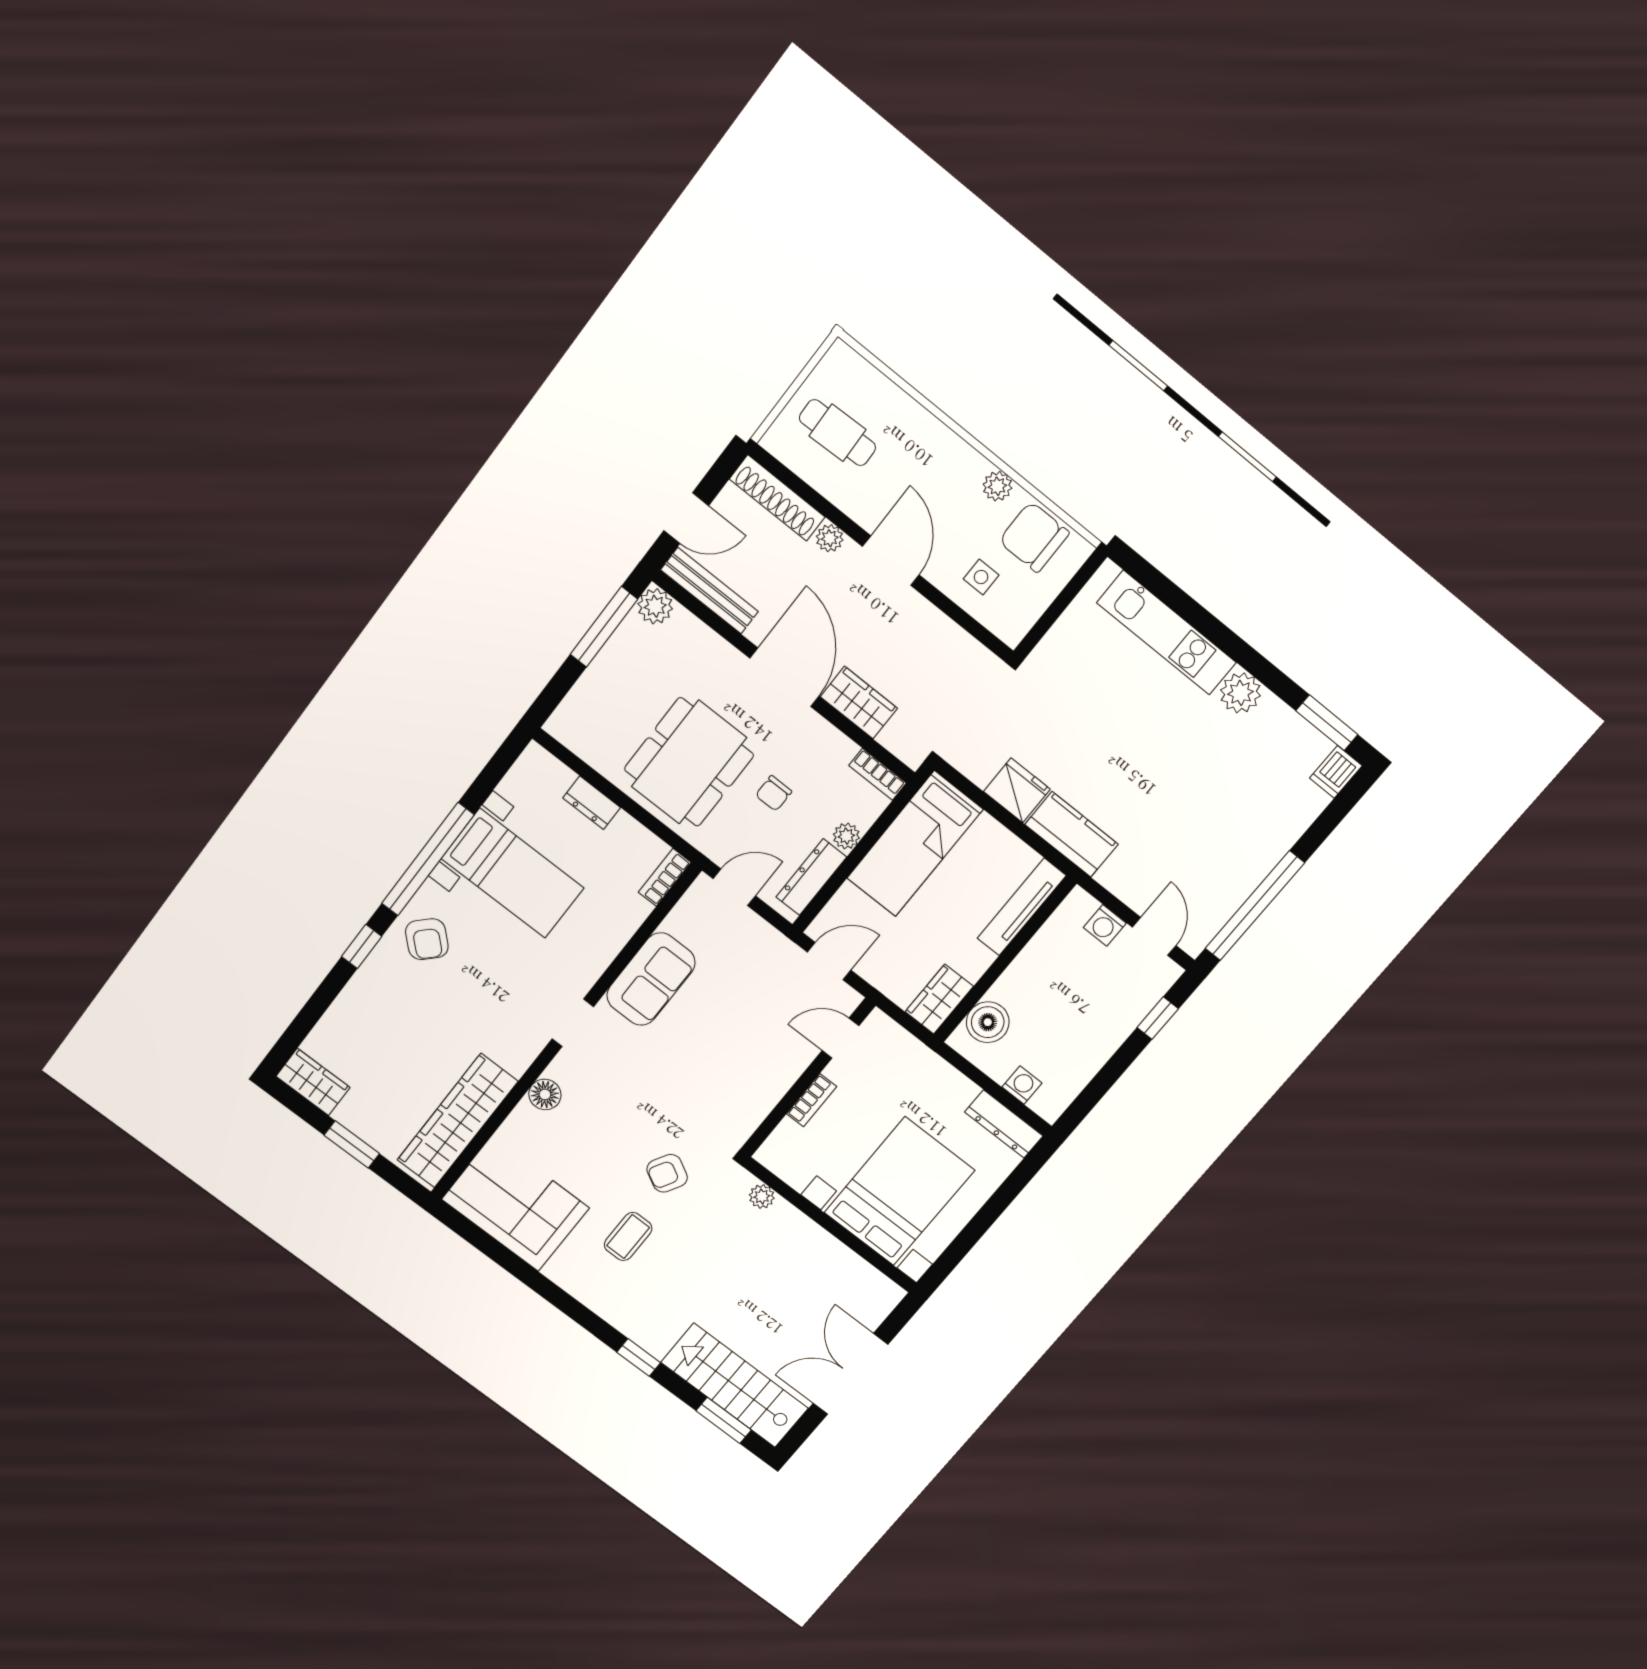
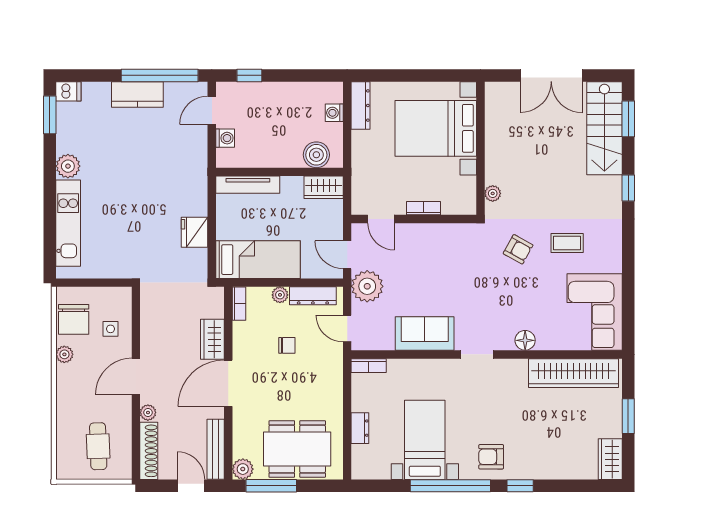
dining table: (689, 762) -> (297, 449), moved
kitchen counter: (1071, 834) -> (137, 94), moved, turned -90
armchair: (427, 939) -> (491, 457), turned -134
plant: (769, 955) -> (367, 286), added

